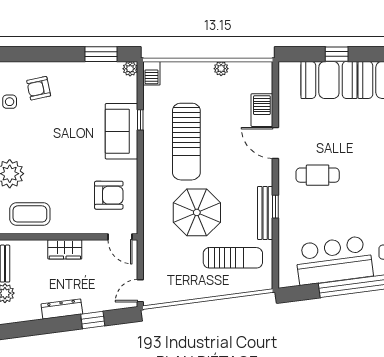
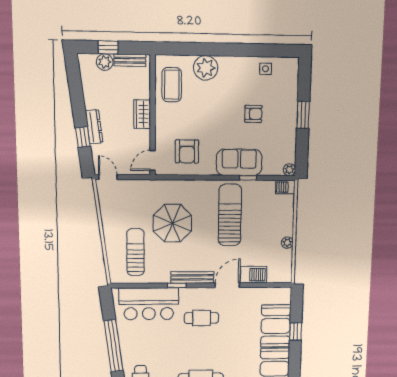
window: (101, 54) -> (303, 115), moved
armchair: (39, 88) -> (253, 114), moved, turned 102
sun lounger: (186, 142) -> (230, 215), turned 90
cafe table: (318, 175) -> (202, 318), turned 90
bench: (265, 213) -> (192, 277), moved
sun lounger: (233, 258) -> (136, 252), turned 180
bar counter: (334, 260) -> (149, 304), moved, turned 97
dresser: (62, 309) -> (94, 127), moved

